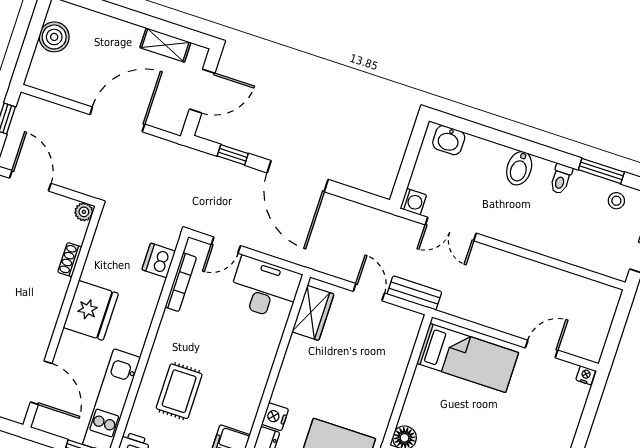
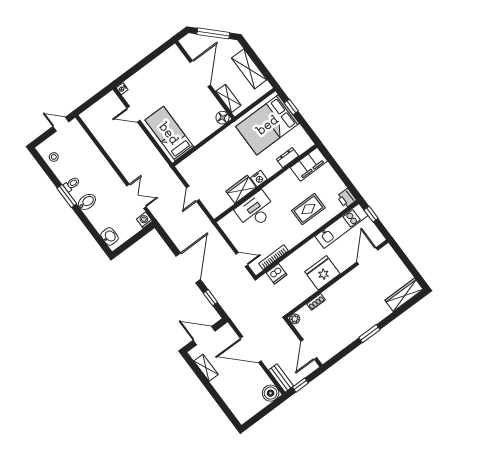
boiler: (54, 37) -> (271, 393), moved
window: (601, 171) -> (67, 196), moved
desk: (265, 288) -> (256, 210), moved, turned 90
bench: (414, 293) -> (281, 378), moved
wardrobe: (313, 313) -> (241, 189), moved
nightstand: (275, 417) -> (259, 179), moved

